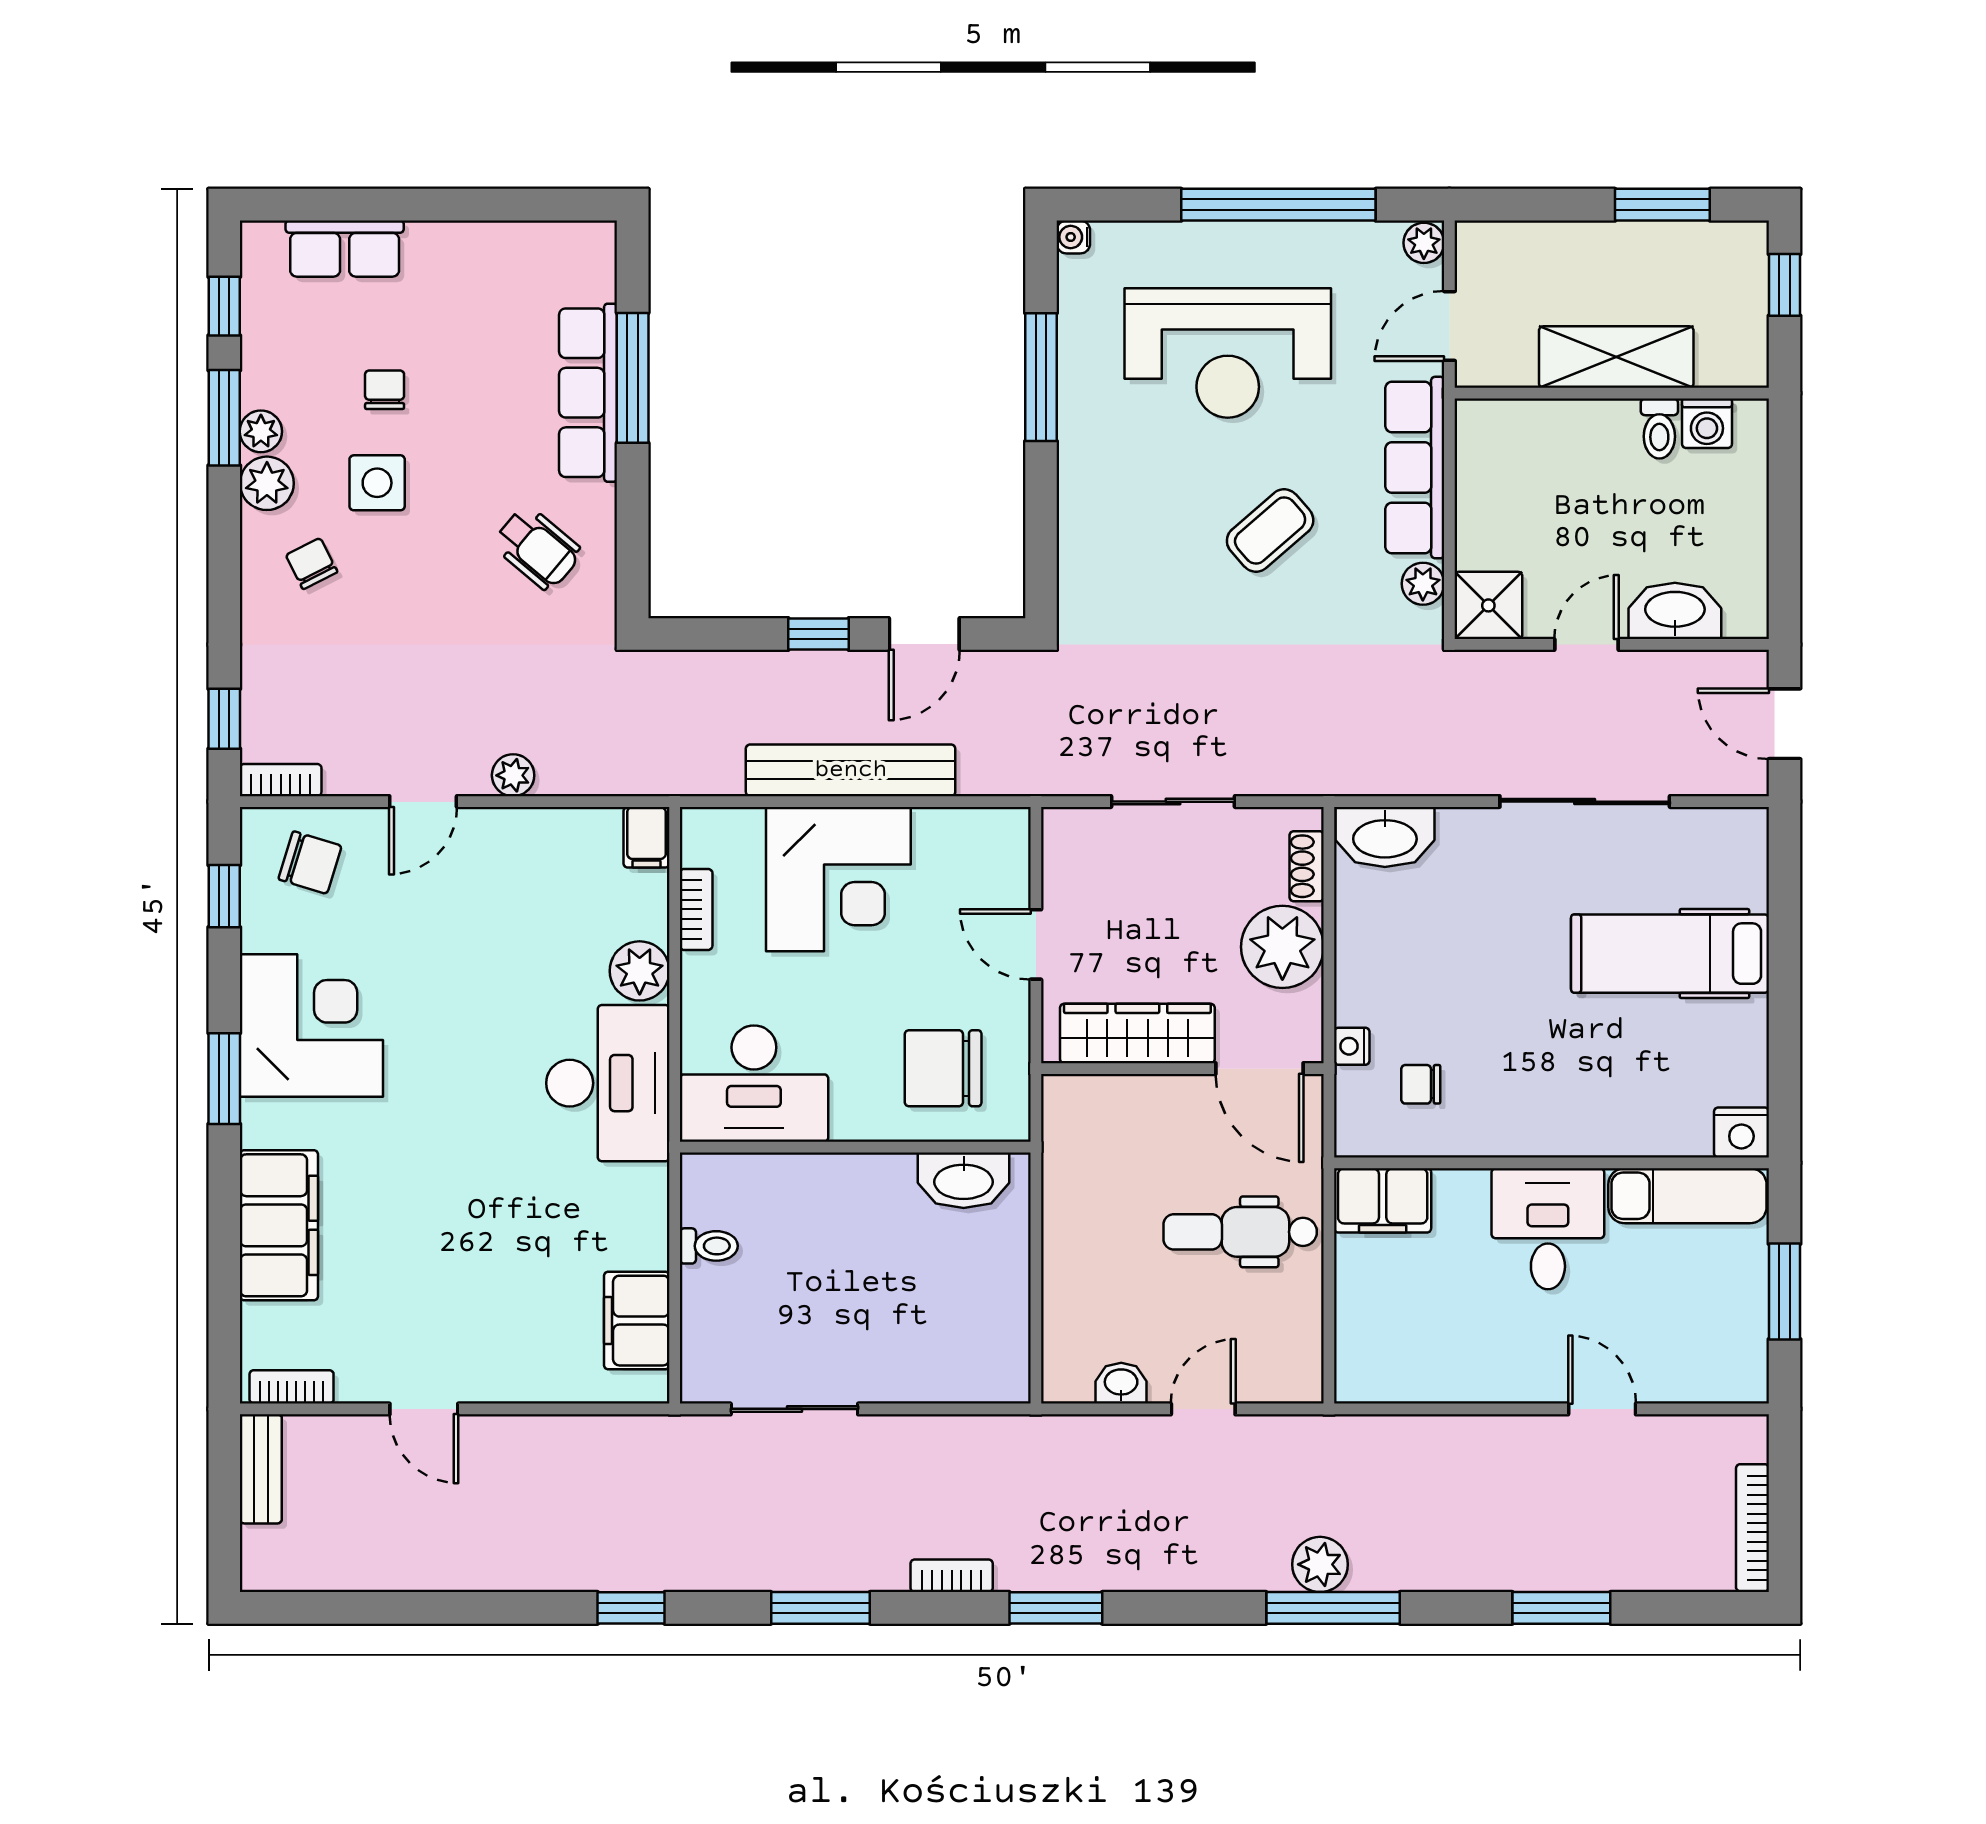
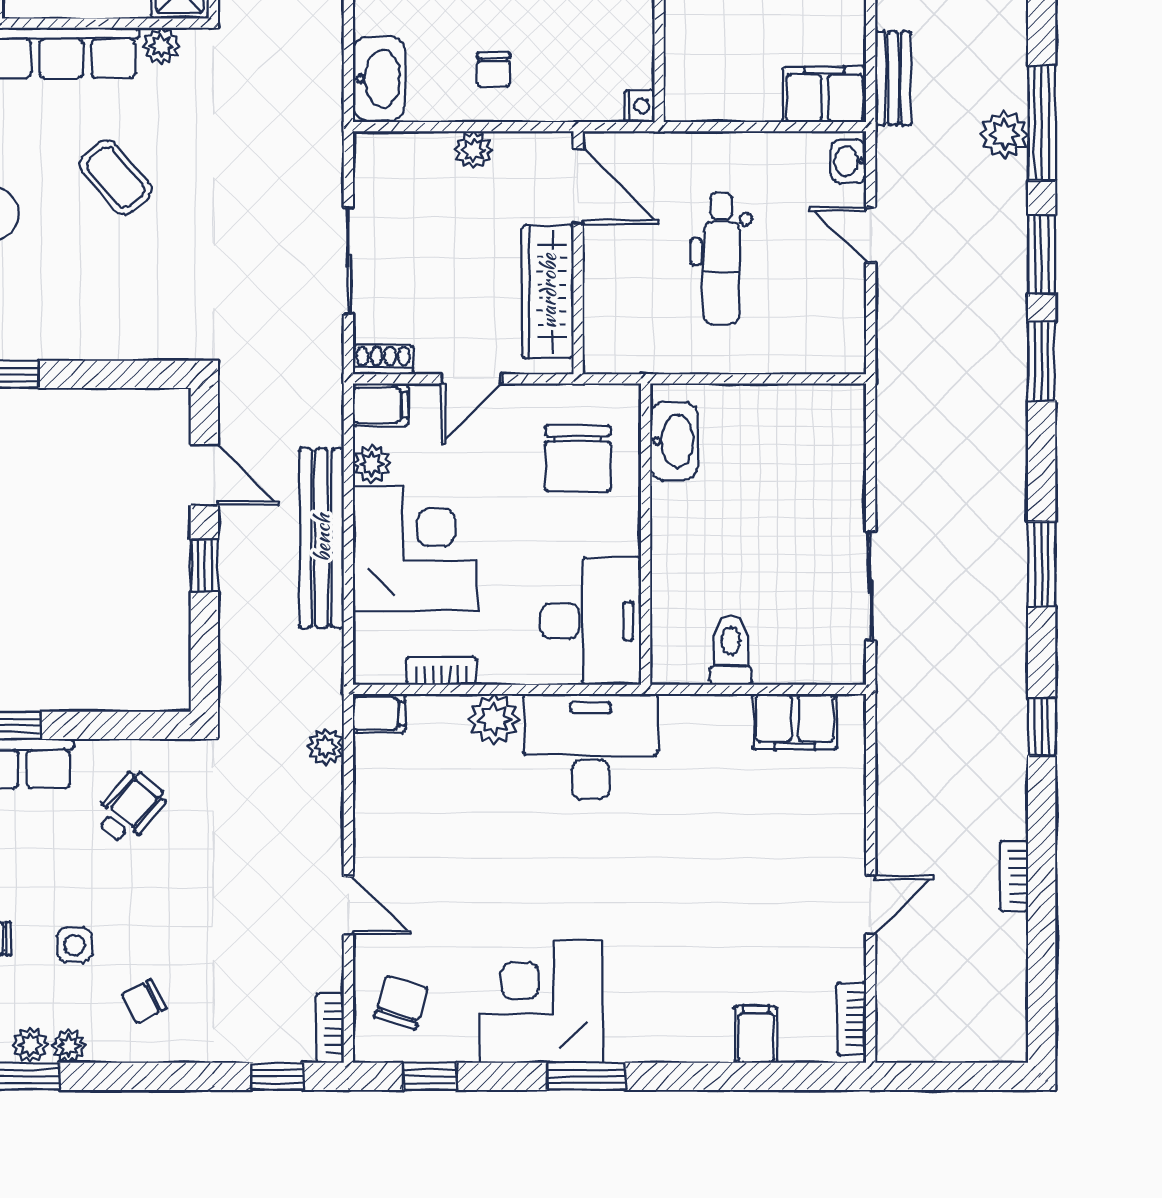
plant: (267, 483) -> (69, 1046), width x0.73, depth x0.73
side table: (377, 483) -> (74, 945), width x0.73, depth x0.73
plant: (513, 775) -> (326, 747), moved
plant: (937, 829) -> (372, 464), added
filing cabinet: (1005, 839) -> (381, 405), added
shoe rack: (1307, 866) -> (383, 360), moved, turned 180
plant: (1282, 947) -> (473, 150), width x0.53, depth x0.53
nightstand: (1352, 1046) -> (639, 106), moved, turned -90
door: (1260, 1069) -> (578, 186), hinge flipped
chair: (1421, 1084) -> (494, 70), moved
filing cabinet: (1383, 1200) -> (824, 94), moved, turned -90
filing cabinet: (279, 1225) -> (756, 1034), width x0.33, depth x0.86
dental chair: (1240, 1232) -> (721, 259), moved
toilet: (709, 1246) -> (731, 650), width x1.37, depth x1.39
washbasin: (1121, 1383) -> (848, 161), moved
bench: (261, 1469) -> (893, 78), moved, turned 90
bookcase: (952, 1576) -> (1014, 876), moved
window: (1180, 1608) -> (1042, 255), added

